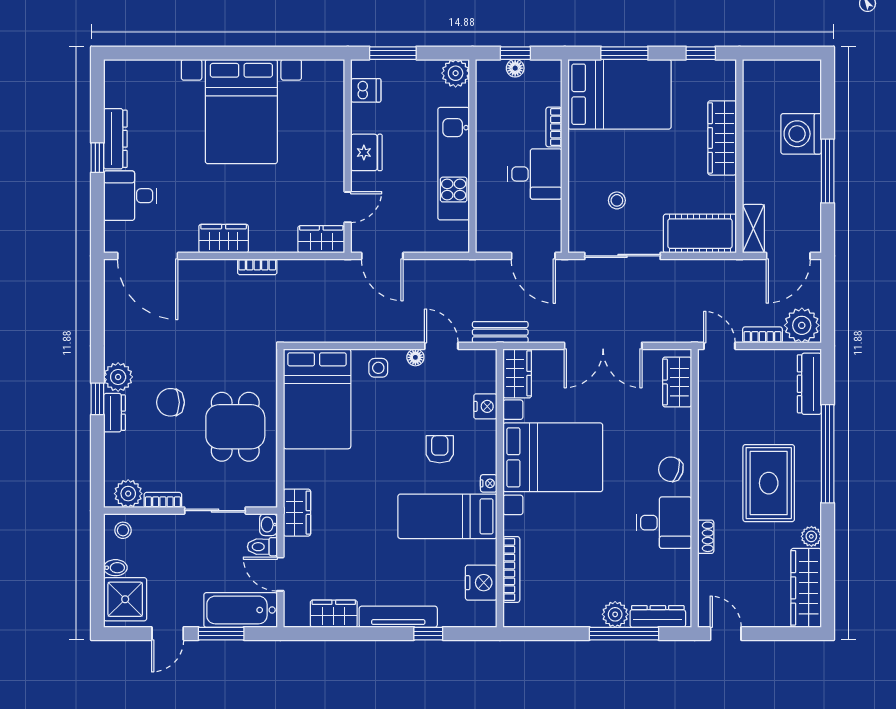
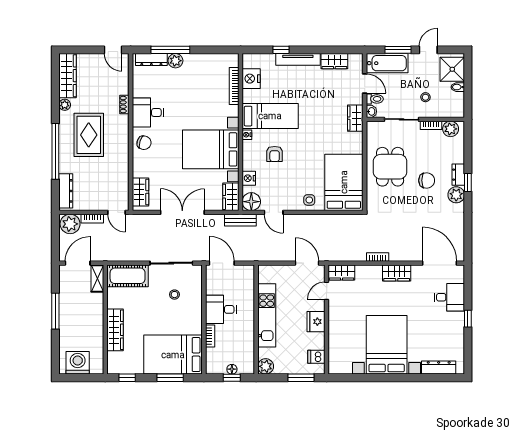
washing machine: (801, 134) -> (78, 363), moved, turned -90
dresser: (115, 139) -> (439, 368), moved, turned 90
floor lamp: (415, 357) -> (251, 202), moved, width x1.89, depth x1.89
stool: (123, 530) -> (425, 97), moved

